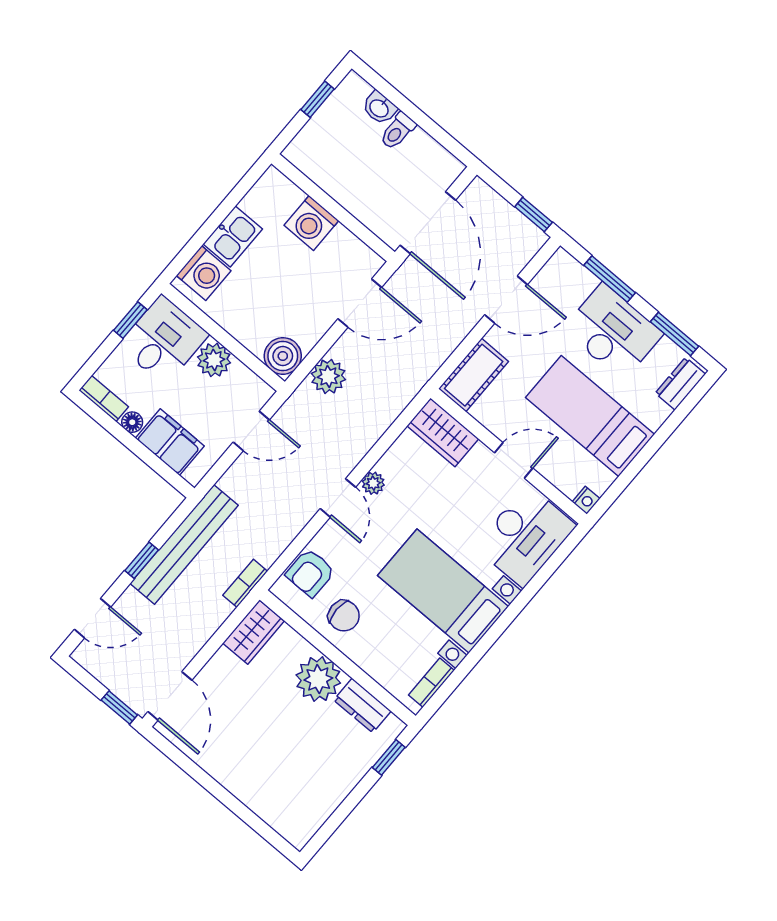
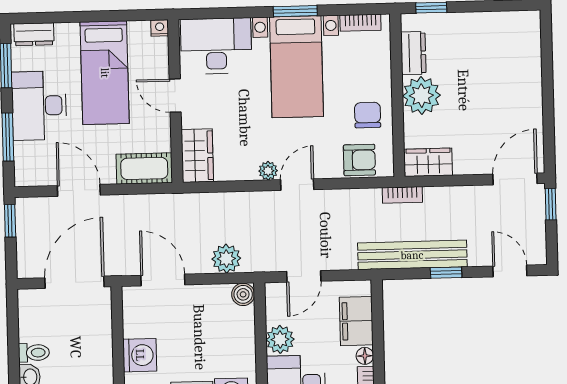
boiler: (283, 356) -> (243, 294), width x0.73, depth x0.73
door: (251, 431) -> (304, 276), swing flipped
window: (493, 634) -> (295, 11), added

